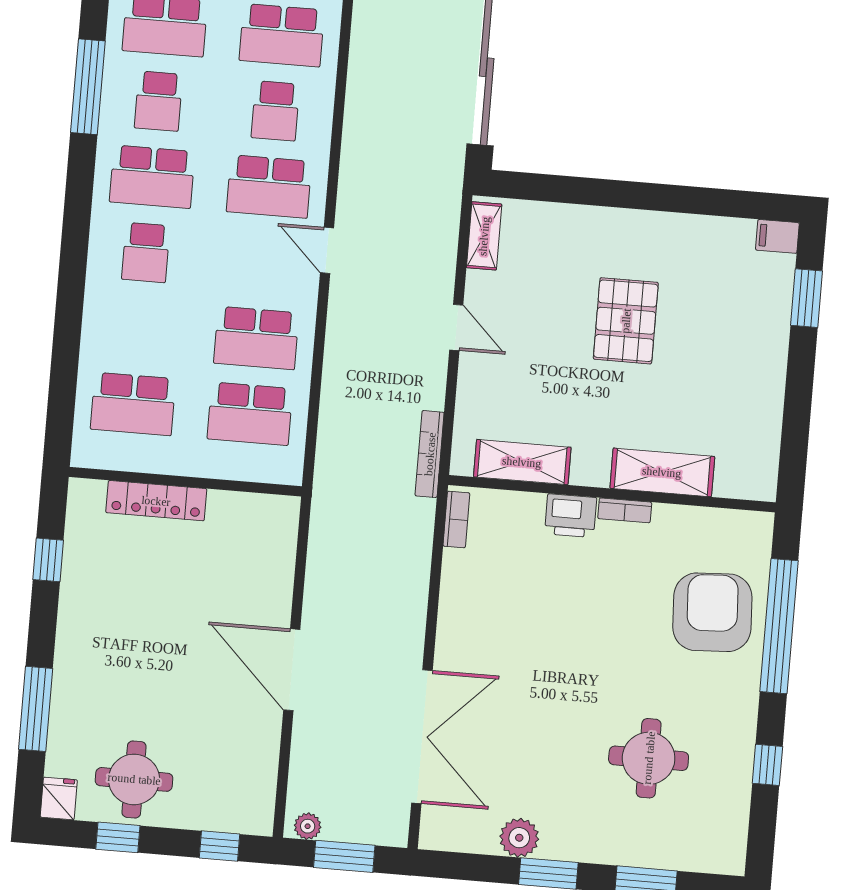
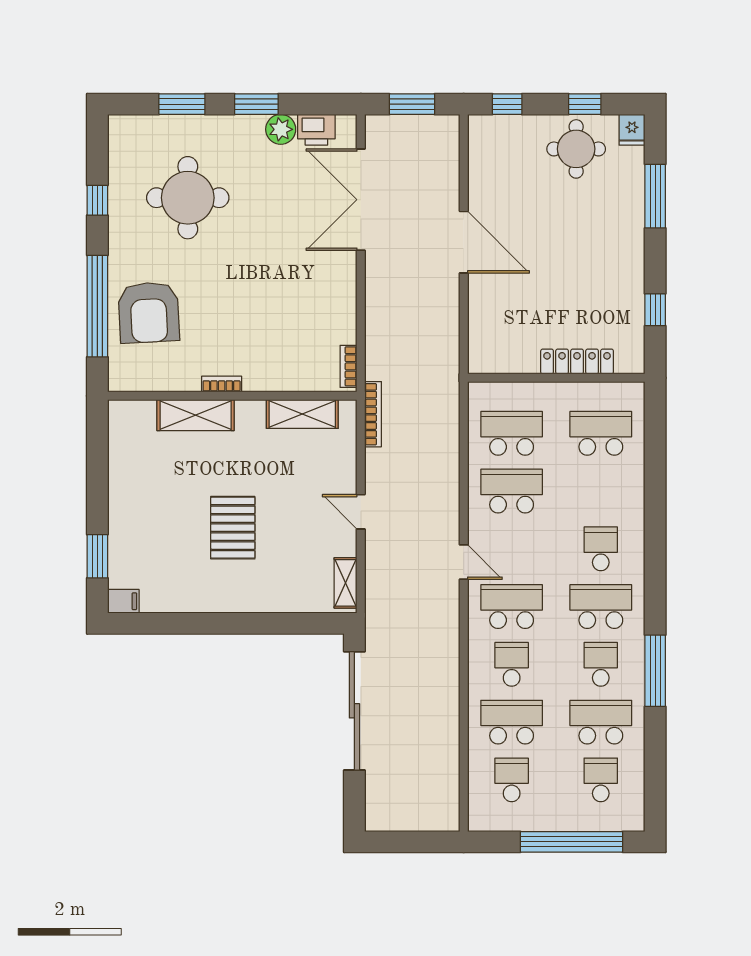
printer: (571, 516) -> (316, 130), moved, turned 180
round table: (649, 758) -> (188, 198), width x1.36, depth x1.36
plant: (308, 826) -> (442, 125), removed

